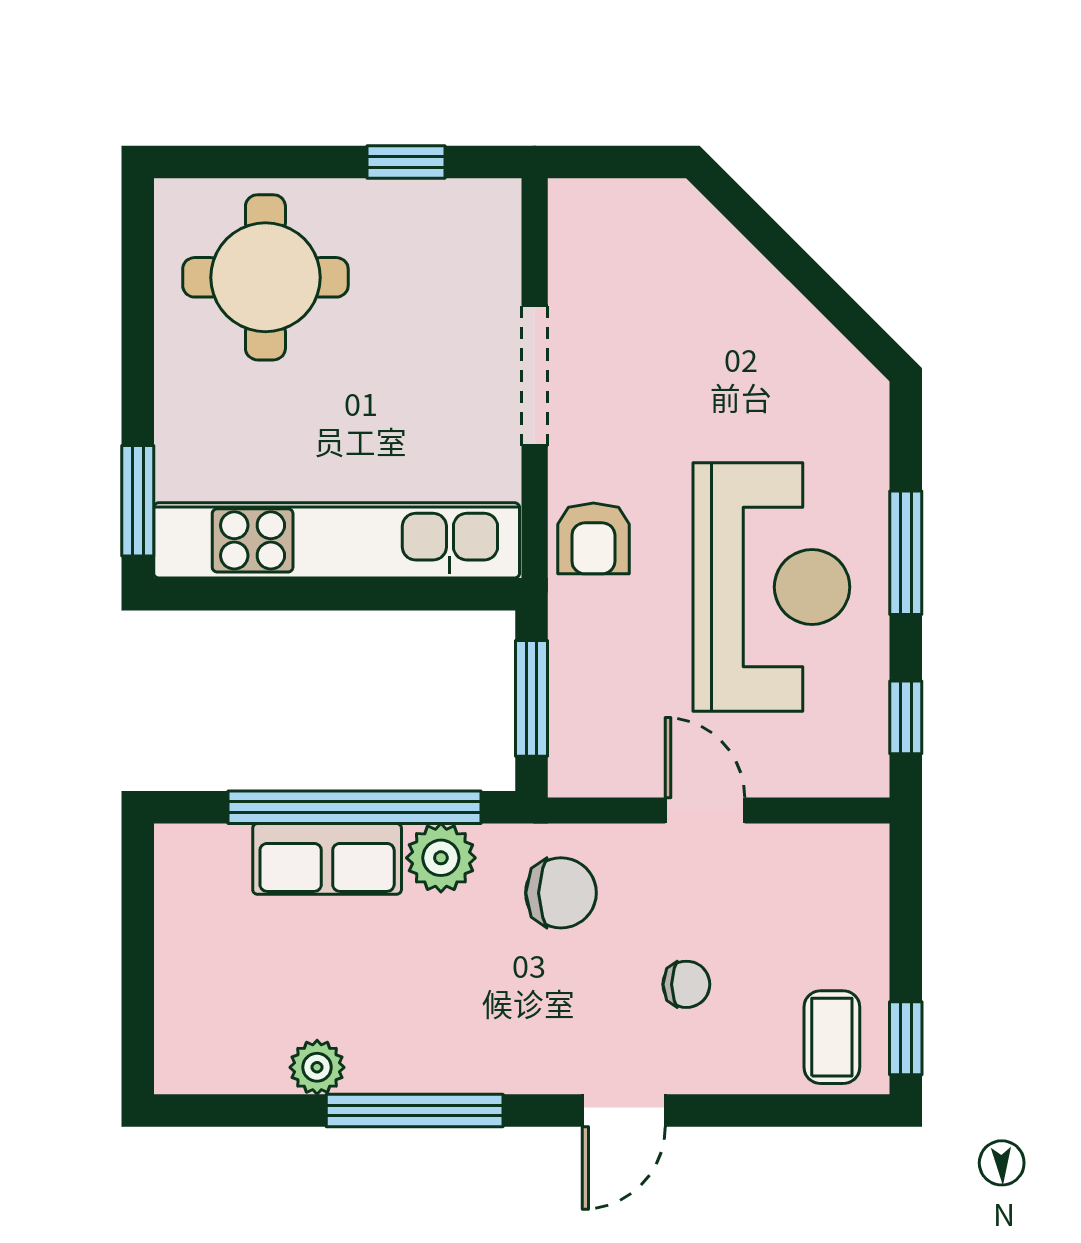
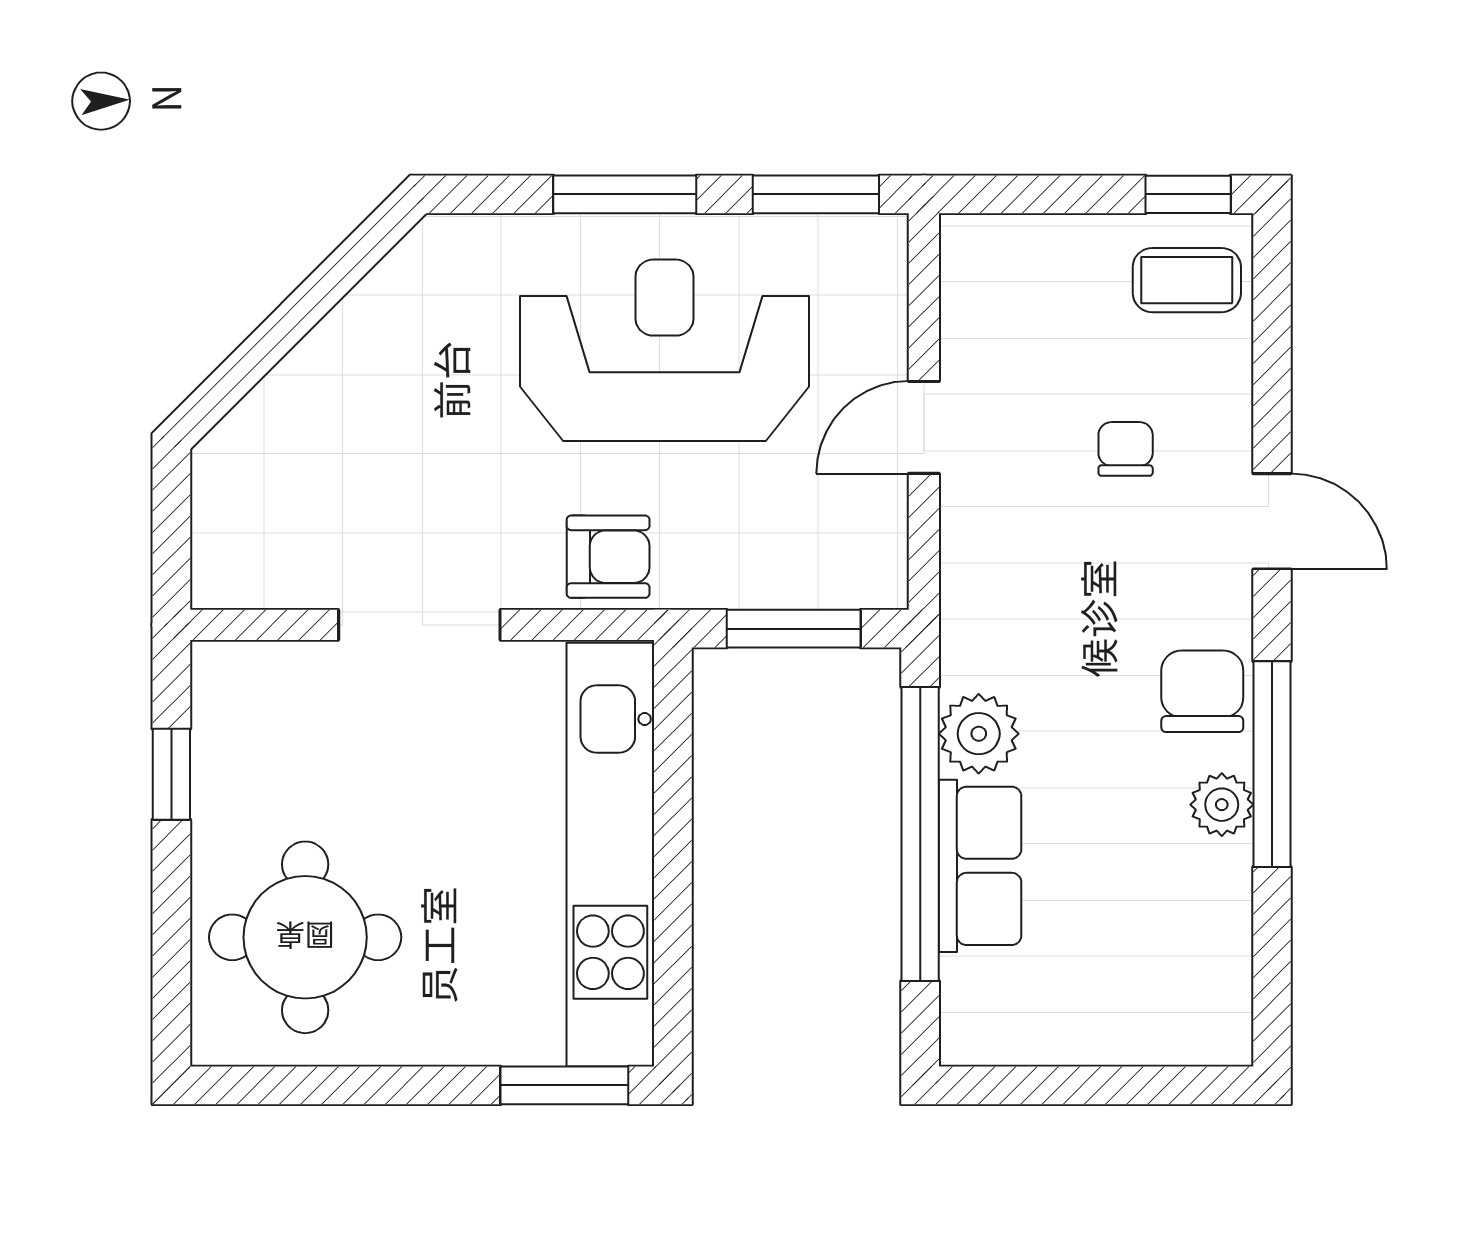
window: (906, 717) -> (816, 194), width x1.50
chair: (561, 893) -> (1202, 691), moved
plant: (317, 1067) -> (1222, 805), moved

